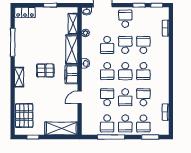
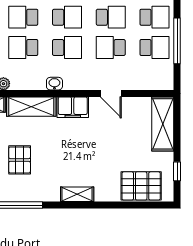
school desk: (107, 45) -> (23, 48), turned 180
pallet: (45, 70) -> (20, 160), moved

